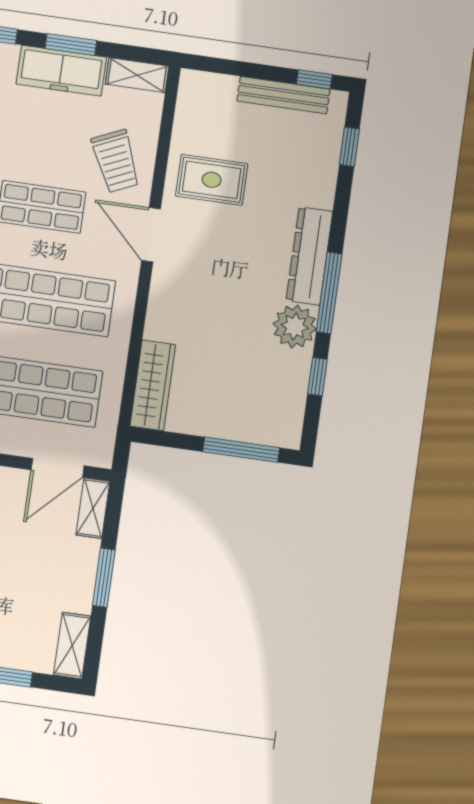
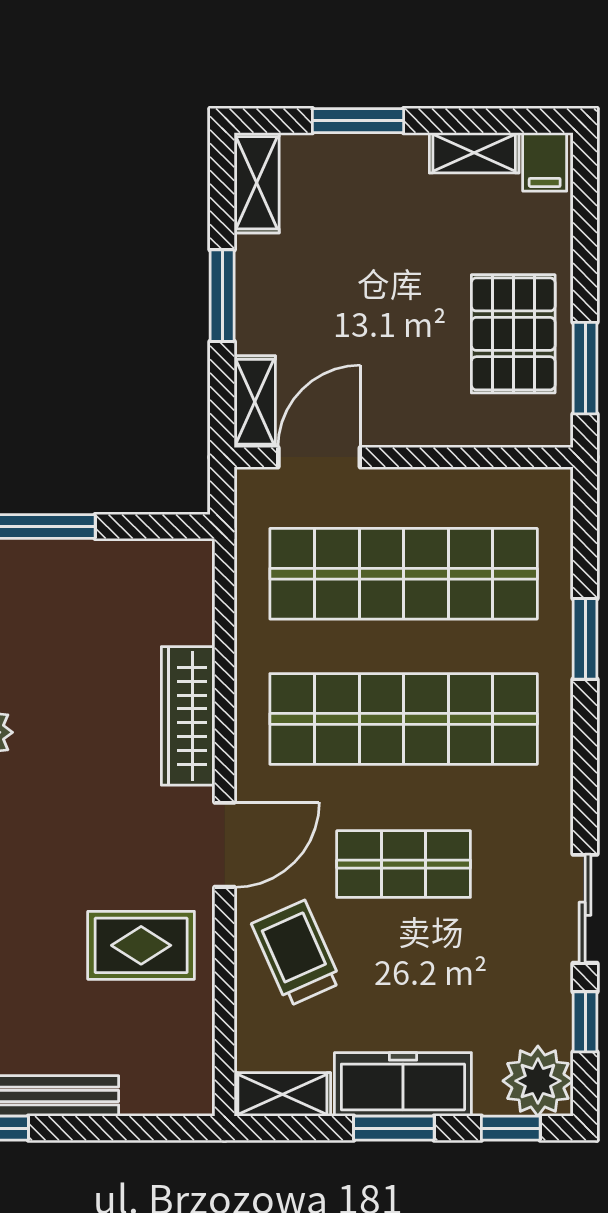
door: (151, 235) -> (225, 845), hinge flipped
wardrobe: (153, 385) -> (188, 716), moved

